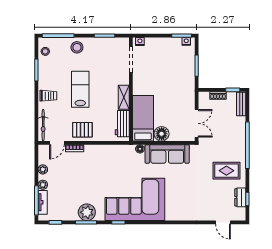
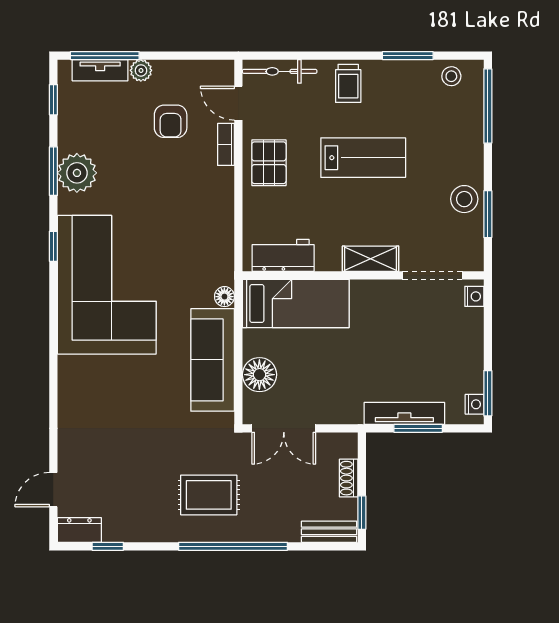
stool: (77, 47) -> (464, 199), moved
tv unit: (190, 72) -> (404, 413), added
shelving: (124, 97) -> (371, 259), moved
floor lamp: (162, 134) -> (259, 375), moved
plant: (43, 169) -> (177, 71), removed
rug: (226, 171) -> (209, 495), moved, turned 90
armchair: (65, 172) -> (171, 121), added
dresser: (240, 197) -> (79, 530), moved

